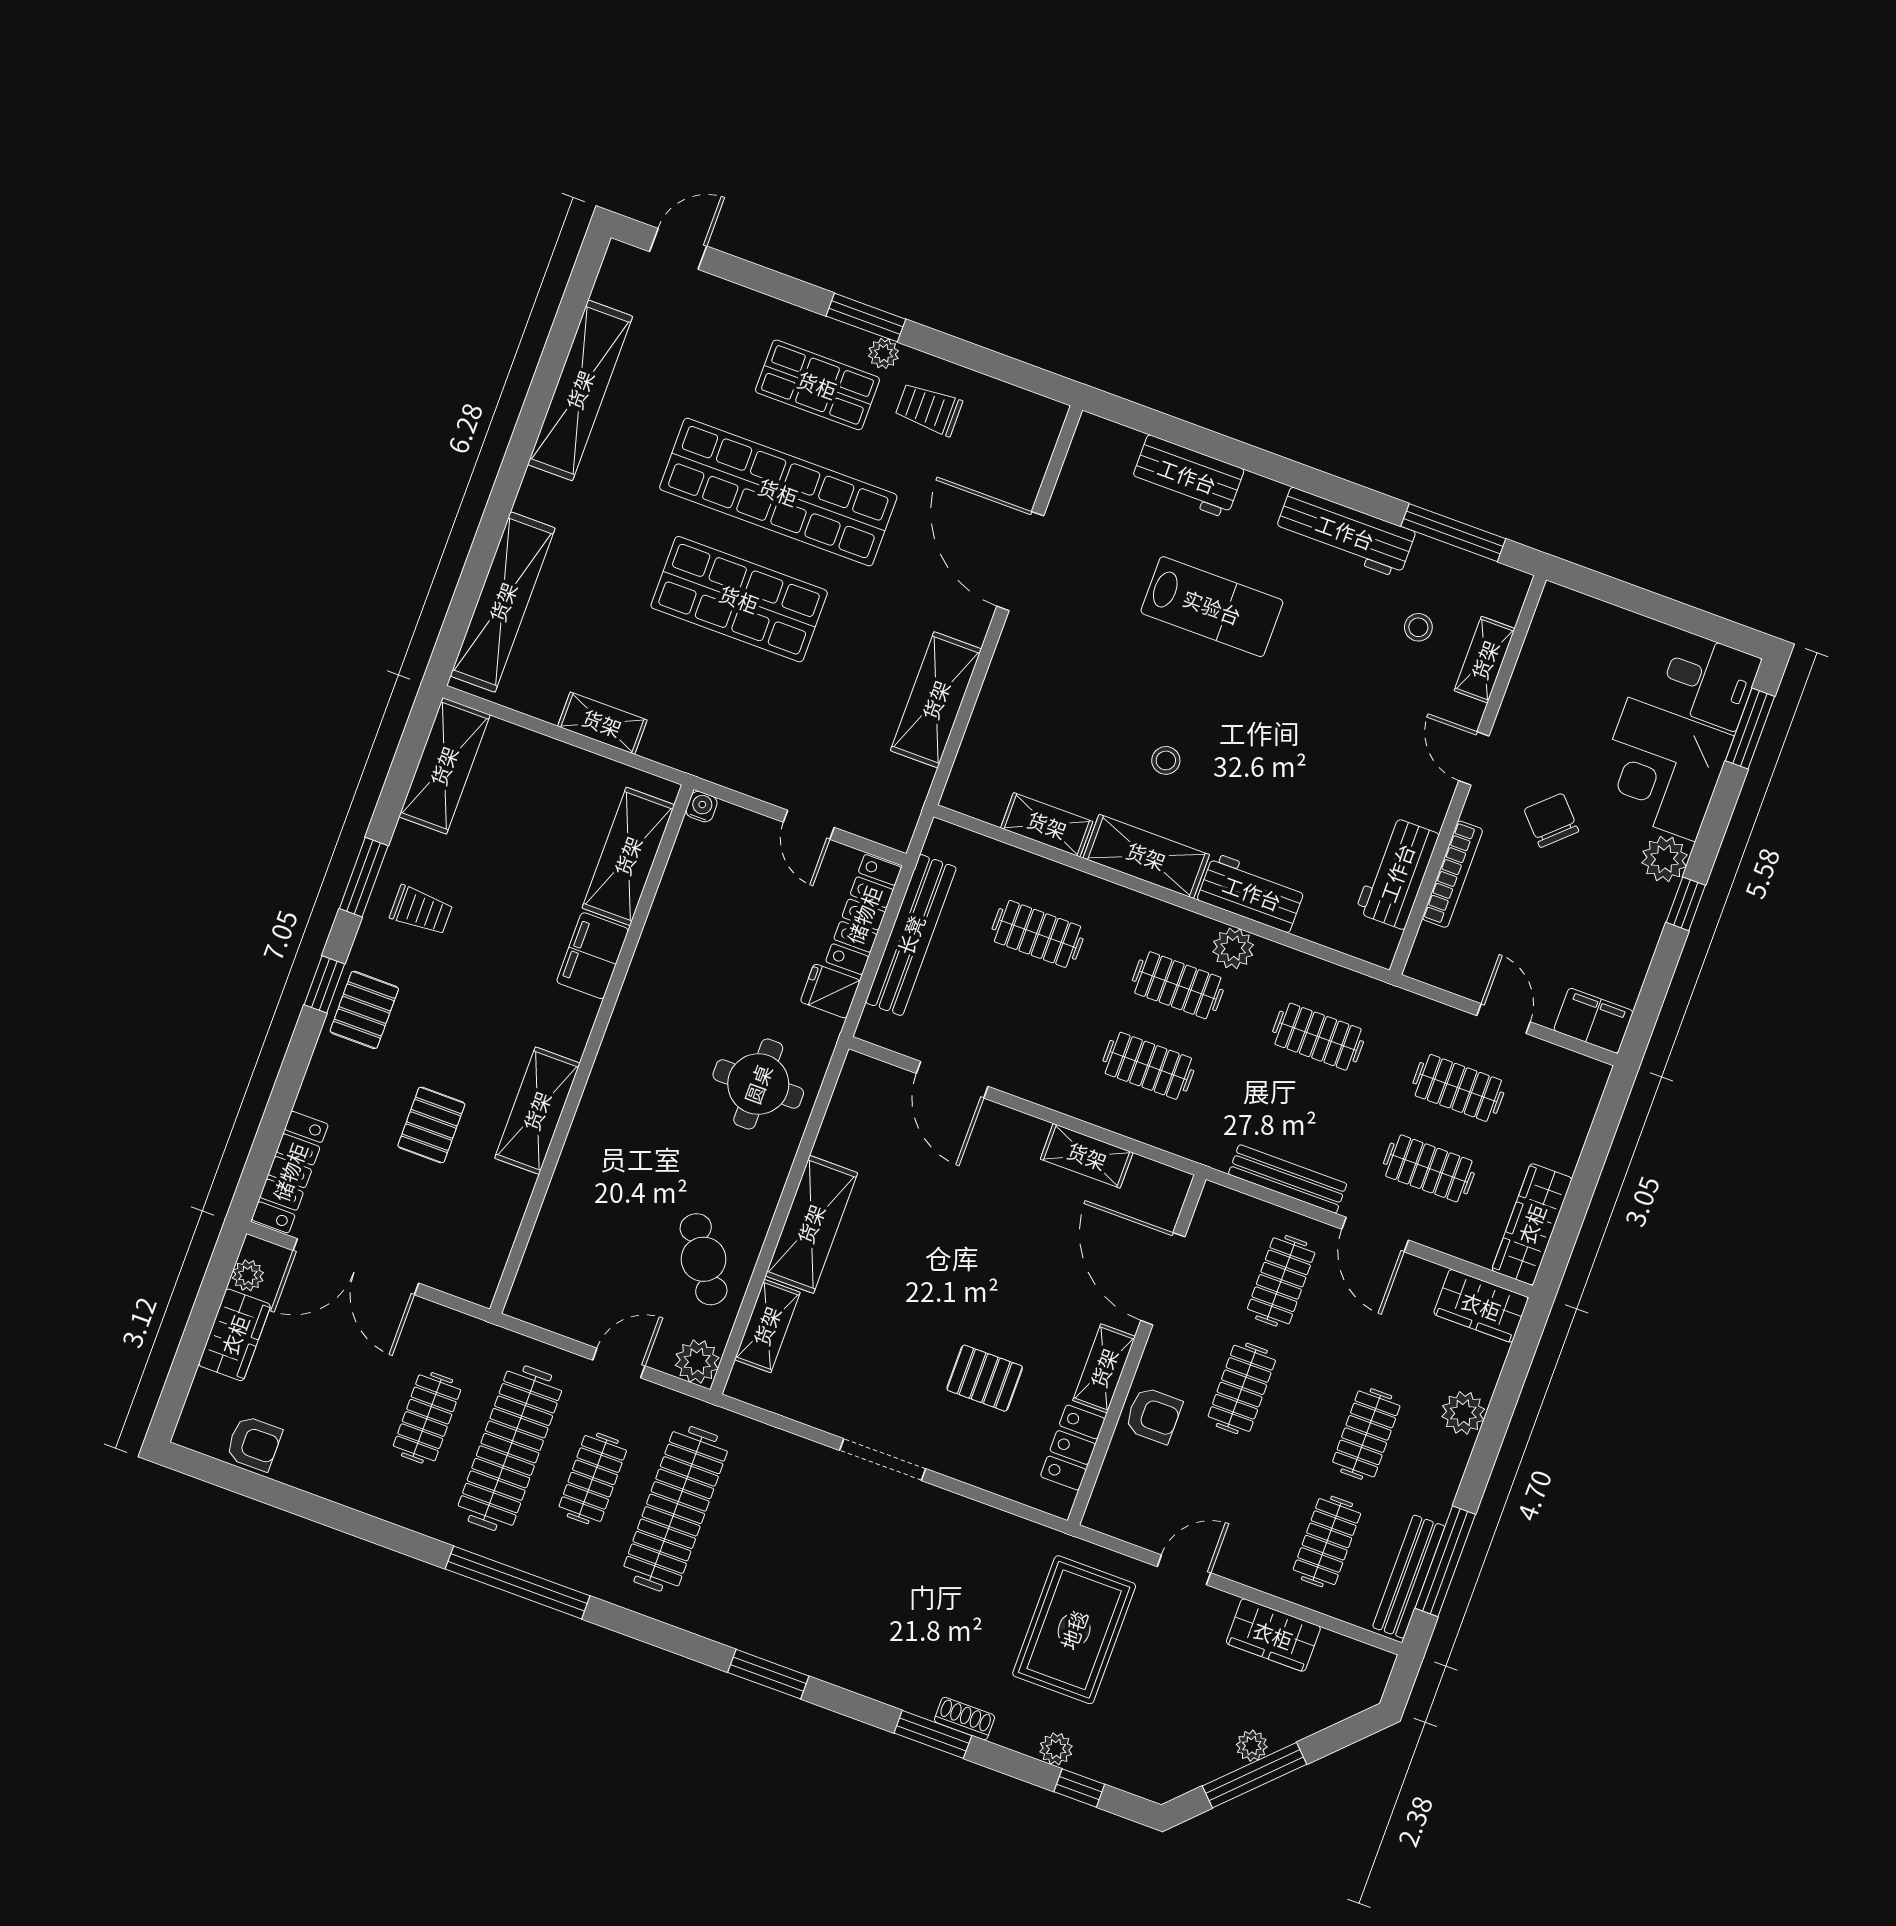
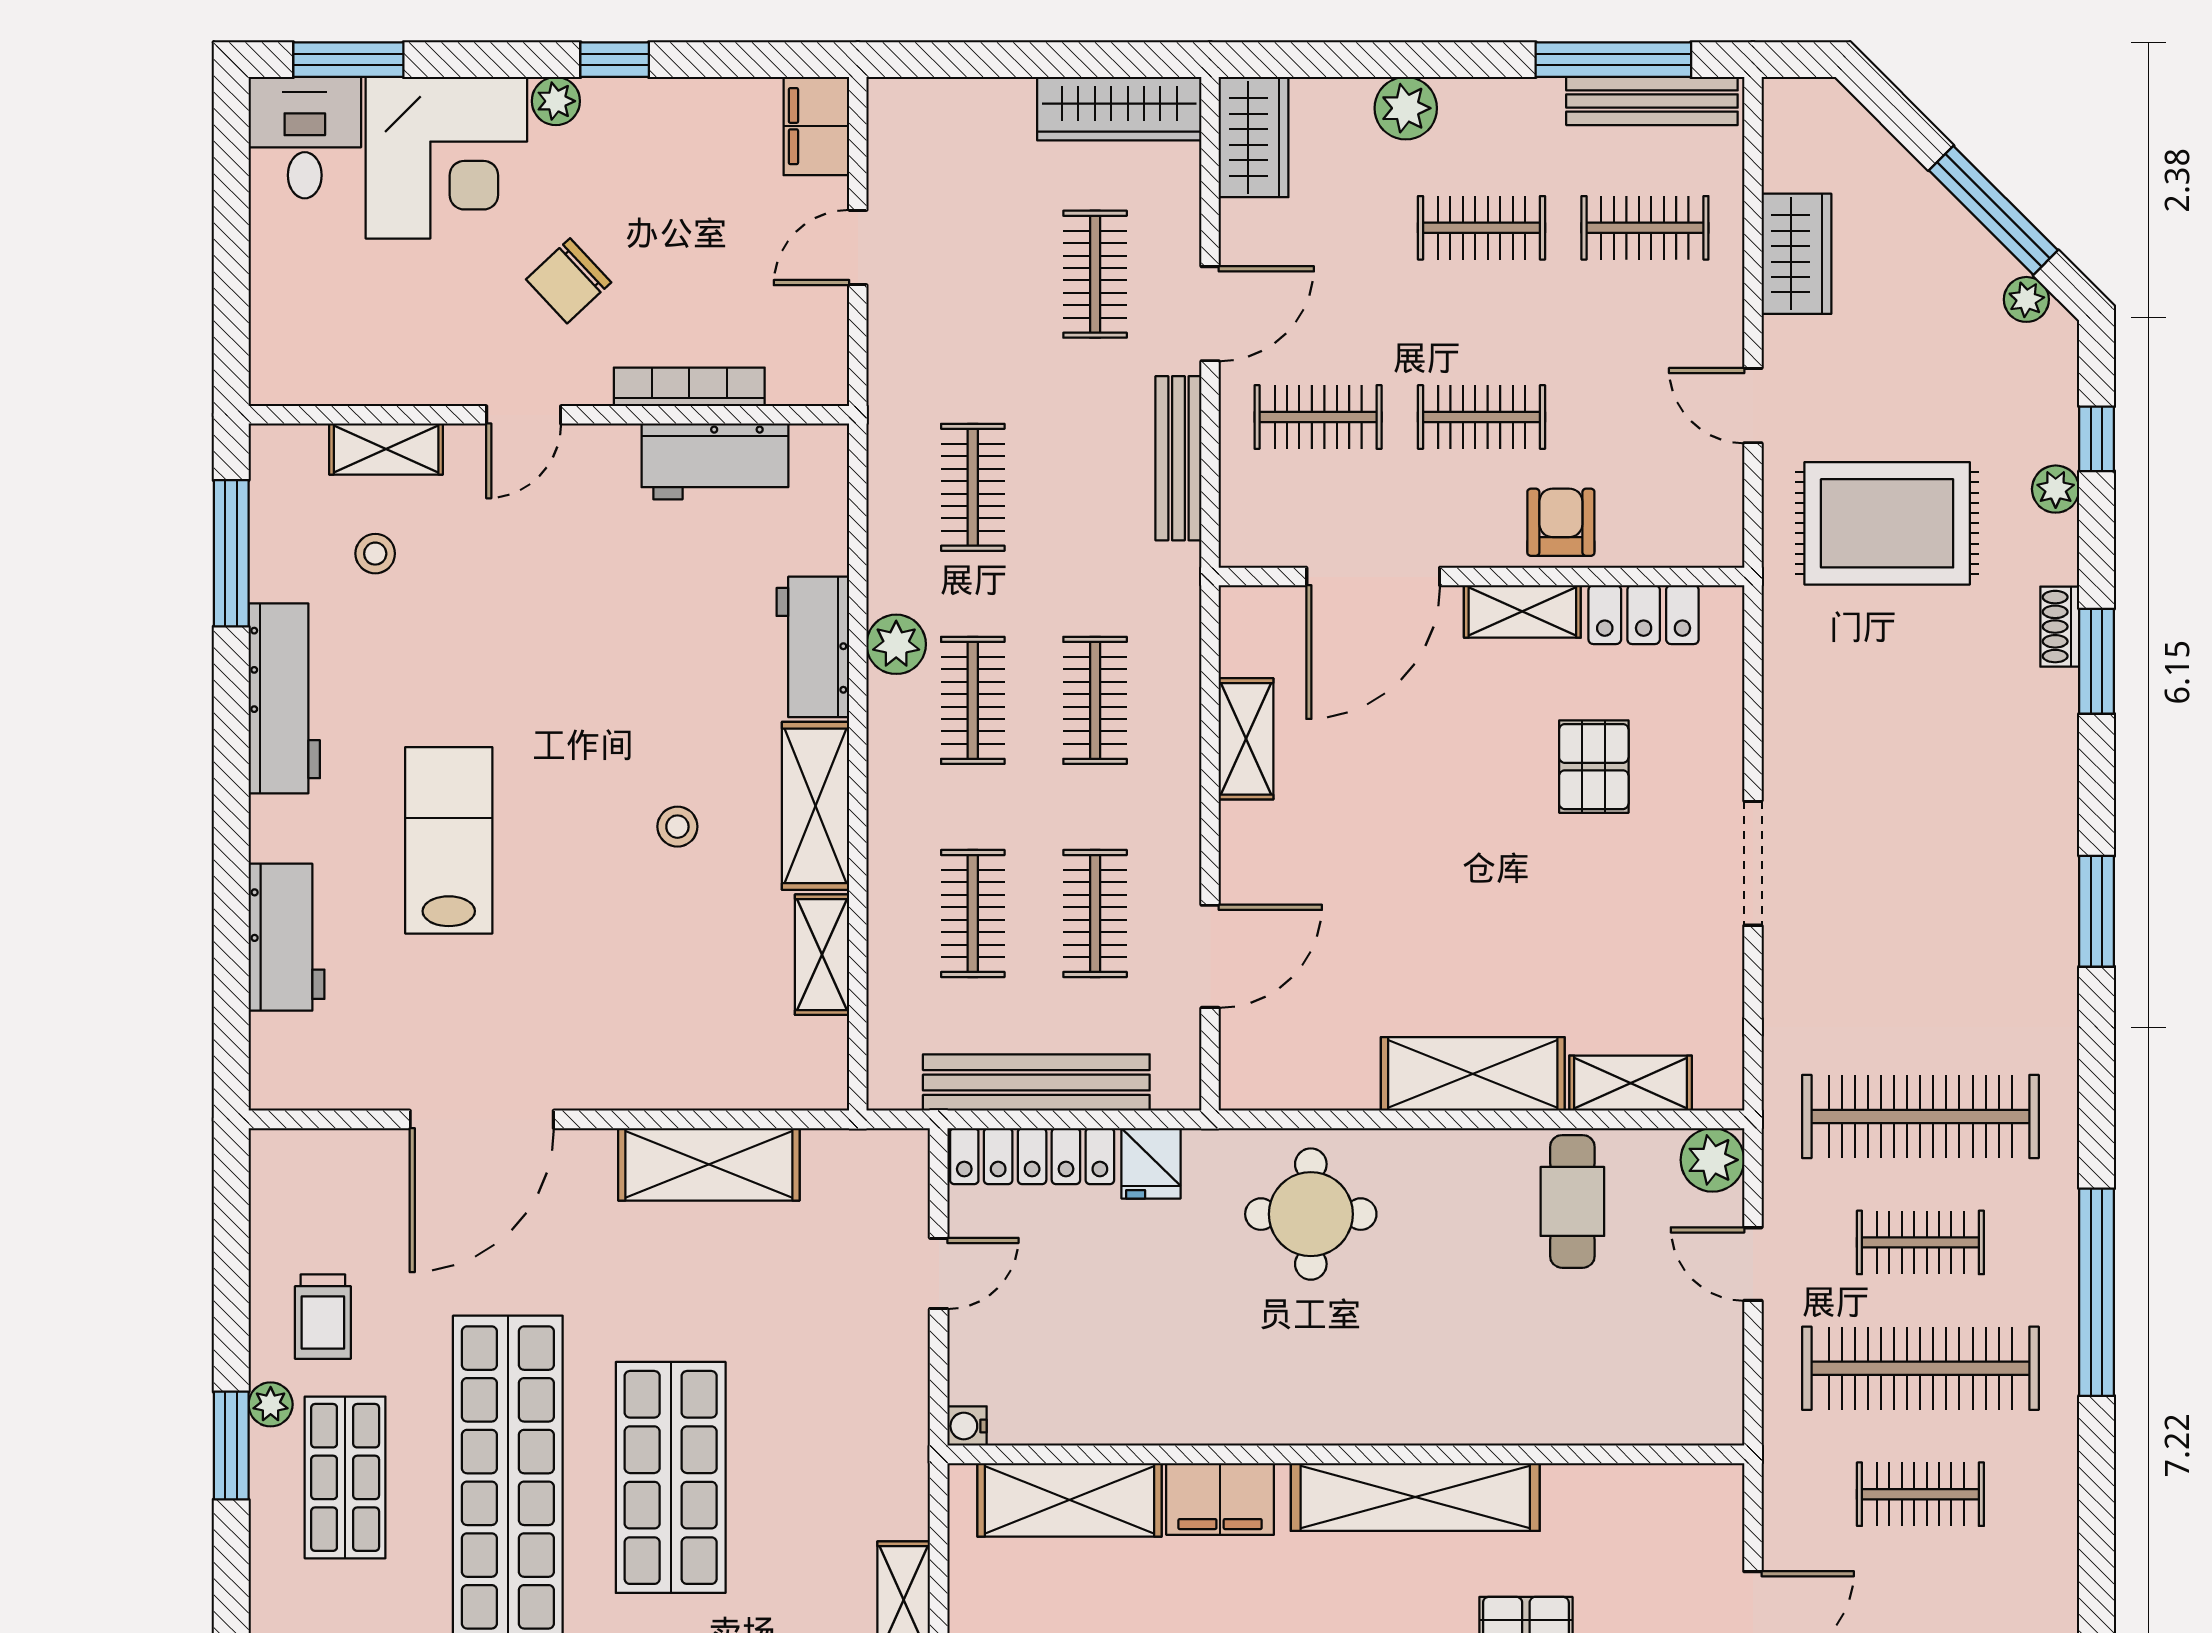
plant: (1665, 859) -> (556, 101), width x0.73, depth x0.73
clothes rail: (1458, 1088) -> (1095, 913), moved
shelving: (537, 1111) -> (1415, 1497), width x1.47
cafe table: (704, 1259) -> (1572, 1201), turned -56
plant: (1252, 1746) -> (2026, 299), moved

